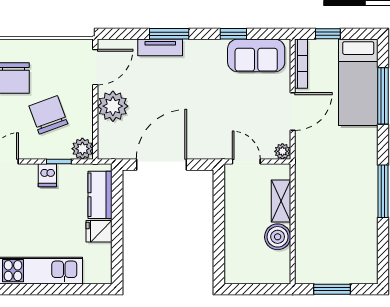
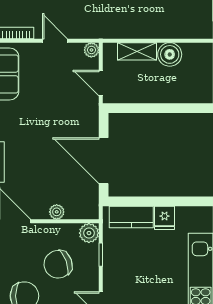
plant: (113, 106) -> (57, 212), width x0.53, depth x0.53
door: (293, 111) -> (55, 41), width x0.73
door: (246, 161) -> (101, 83), hinge flipped
dishwasher: (47, 175) -> (113, 265), removed

